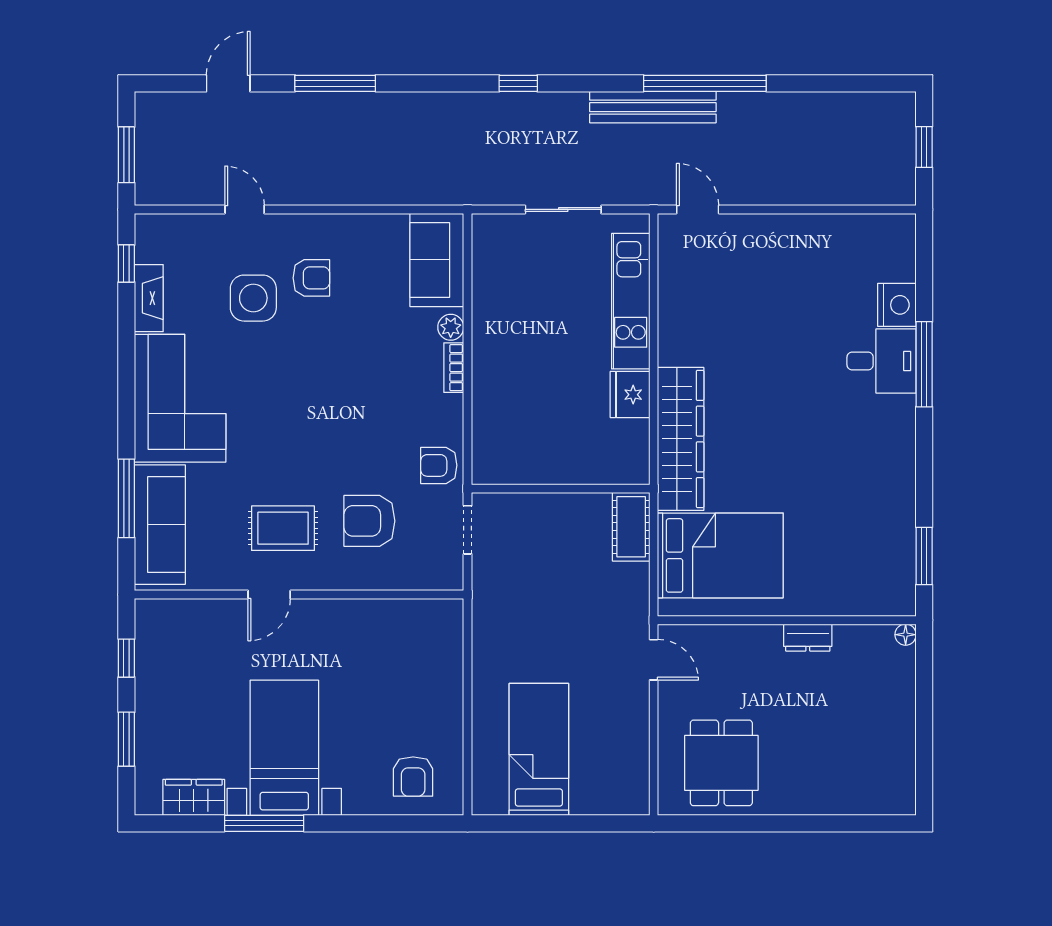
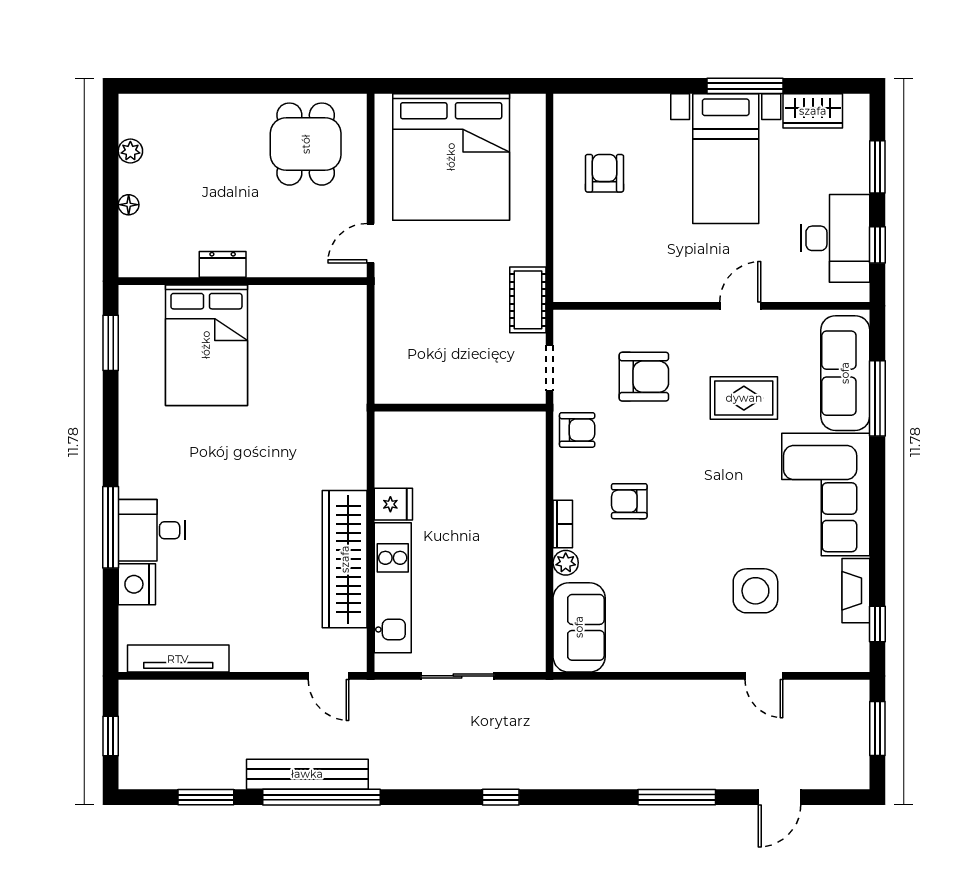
window: (825, 83) -> (206, 797), added
bench: (653, 107) -> (307, 774), moved
tv unit: (854, 228) -> (178, 659), added
armchair: (311, 278) -> (629, 501), moved
fridge: (630, 395) -> (393, 504), width x0.72
wardrobe: (681, 439) -> (345, 559), moved
cot: (631, 527) -> (528, 300), moved
rug: (283, 528) -> (744, 398), moved
bed: (720, 555) -> (206, 345), moved, turned -90
floor lamp: (906, 635) -> (129, 205), moved
door: (654, 660) -> (371, 243), hinge flipped
desk: (170, 665) -> (835, 238), added
bed: (539, 749) -> (451, 157), width x2.04
plant: (904, 756) -> (130, 151), added
armchair: (413, 777) -> (604, 173), moved

